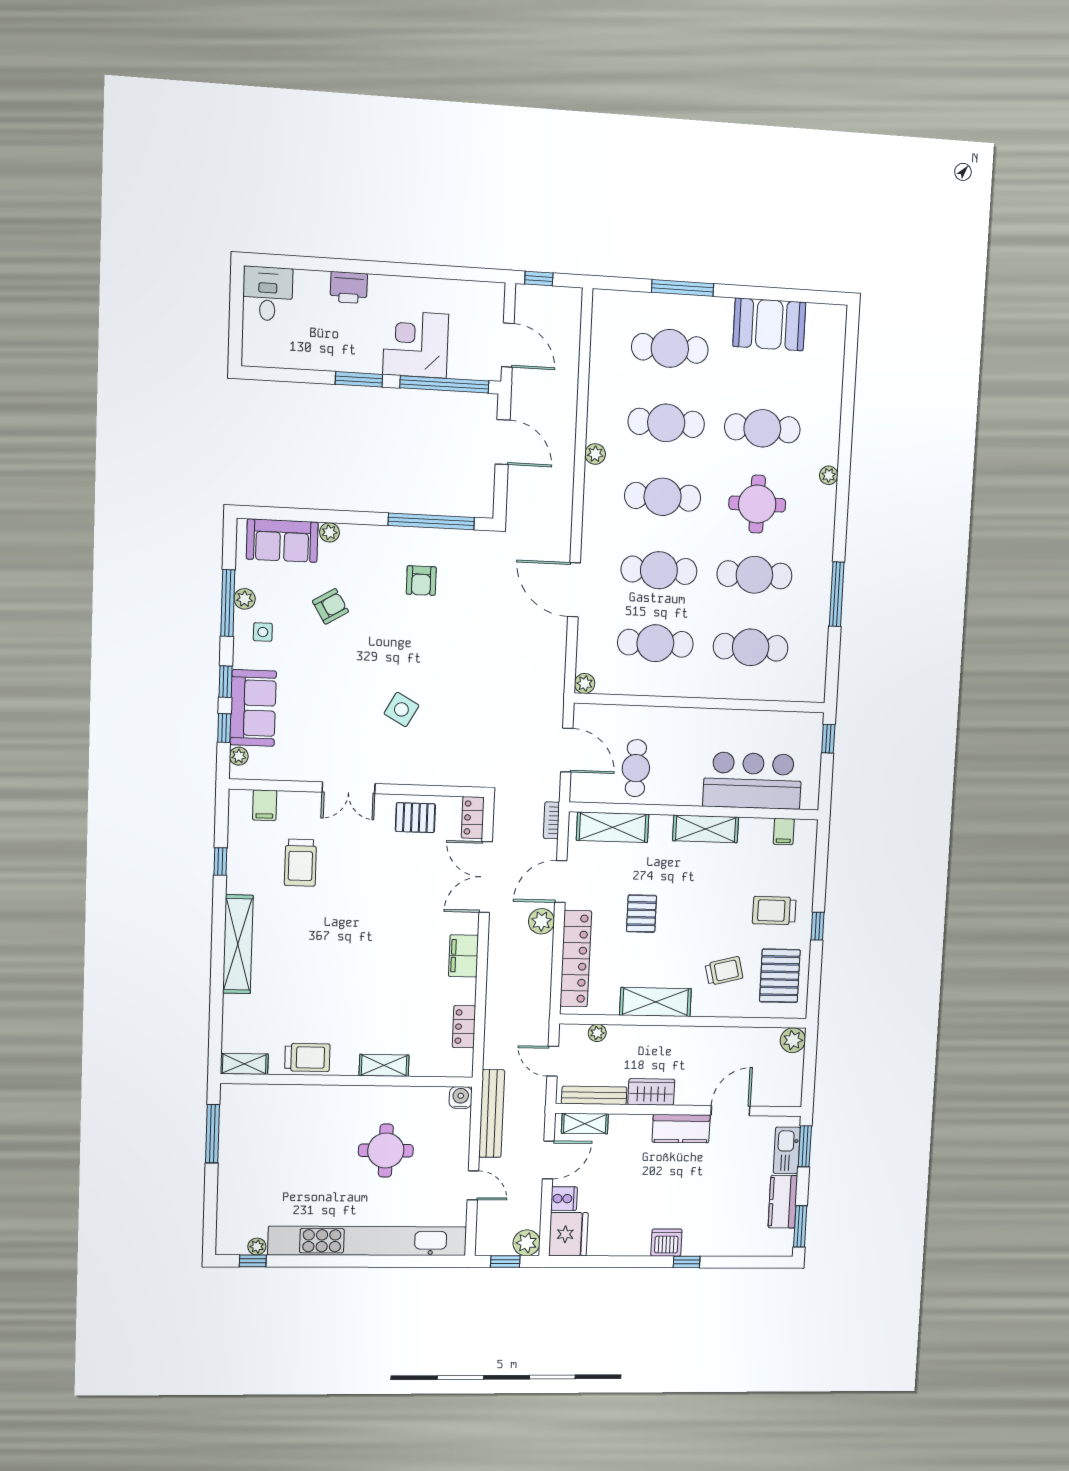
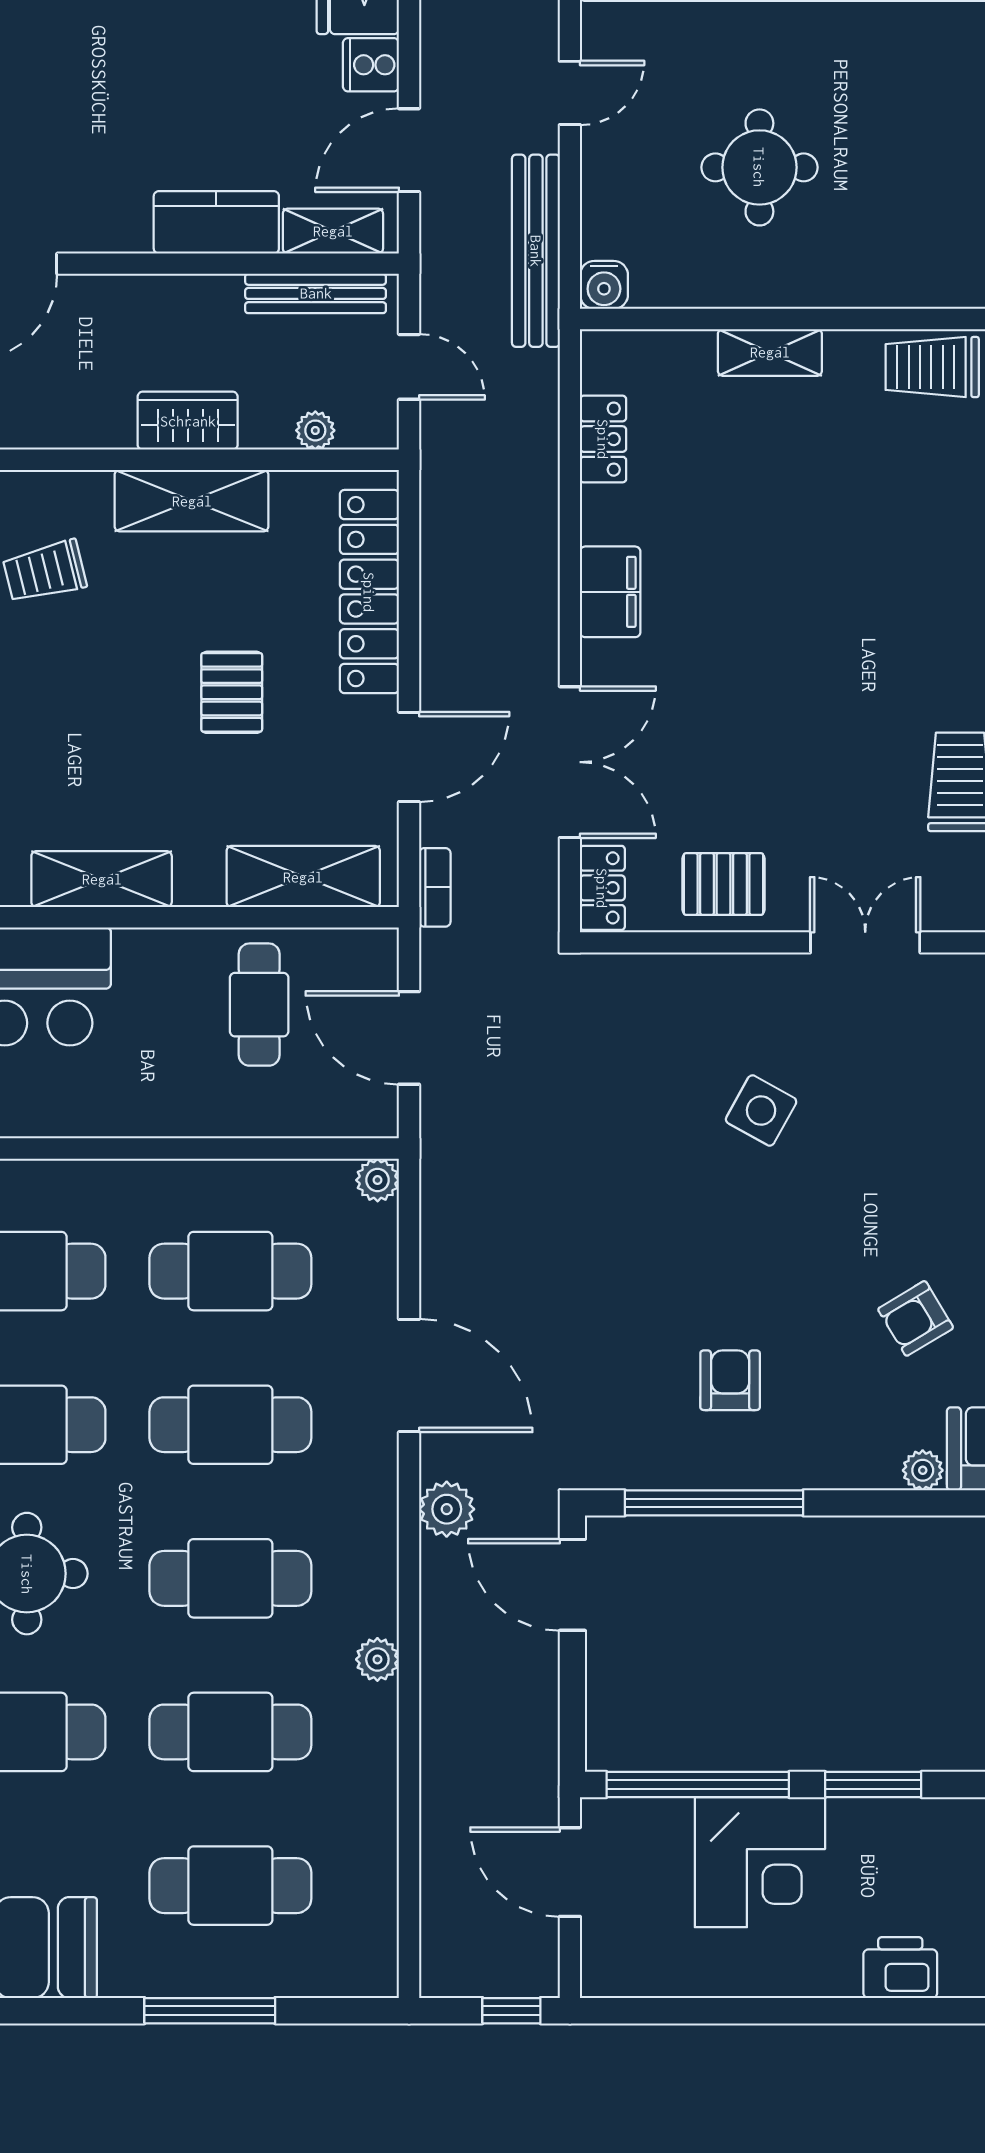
door: (503, 442) -> (572, 1585), moved
plant: (541, 921) -> (447, 1509), moved
wardrobe: (651, 1092) -> (188, 421), moved, turned 180
kitchen counter: (681, 1129) -> (216, 222), moved
door: (473, 1185) -> (570, 93), swing flipped

